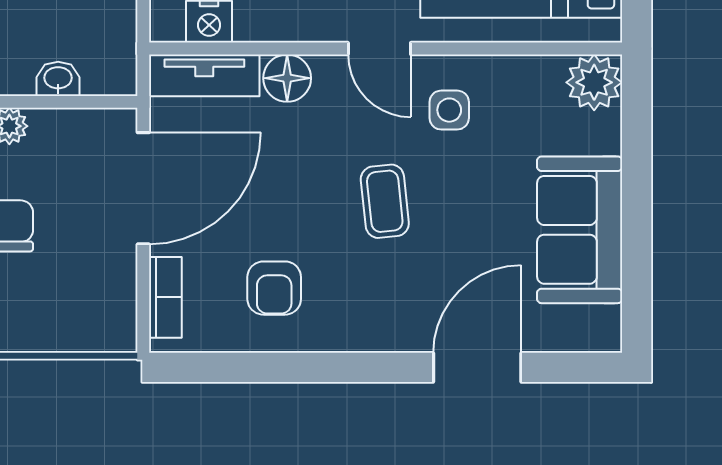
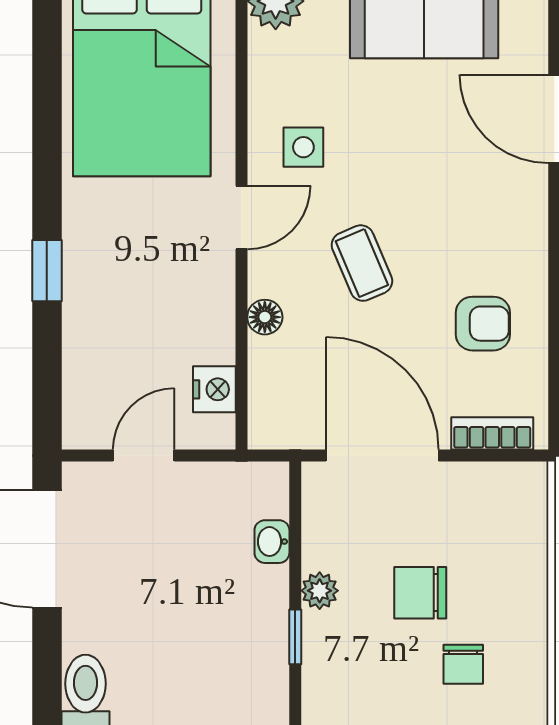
tv unit: (204, 75) -> (269, 394), removed
floor lamp: (287, 78) -> (265, 317), width x0.73, depth x0.73
coffee table: (385, 201) -> (362, 263), moved, turned 73

